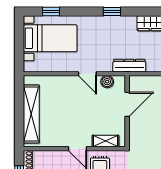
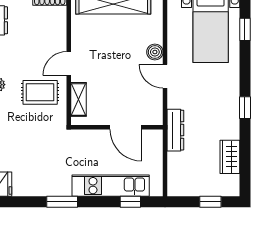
door: (87, 74) -> (165, 76), hinge flipped
boiler: (107, 82) -> (155, 52), moved

